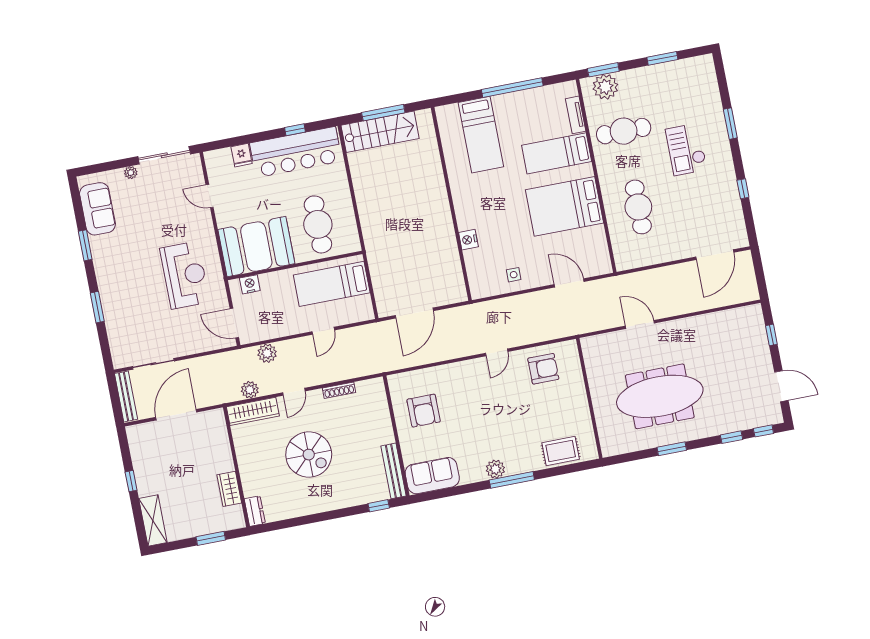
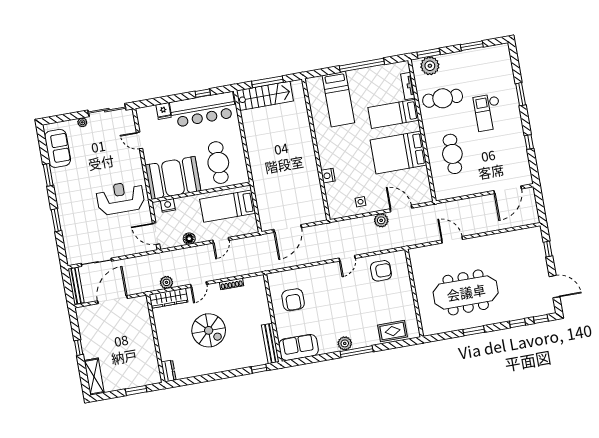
reception desk: (185, 275) -> (120, 198), turned -90
floor lamp: (280, 329) -> (189, 239), added
plant: (267, 353) -> (381, 220), moved
wardrobe: (229, 489) -> (150, 354), removed

